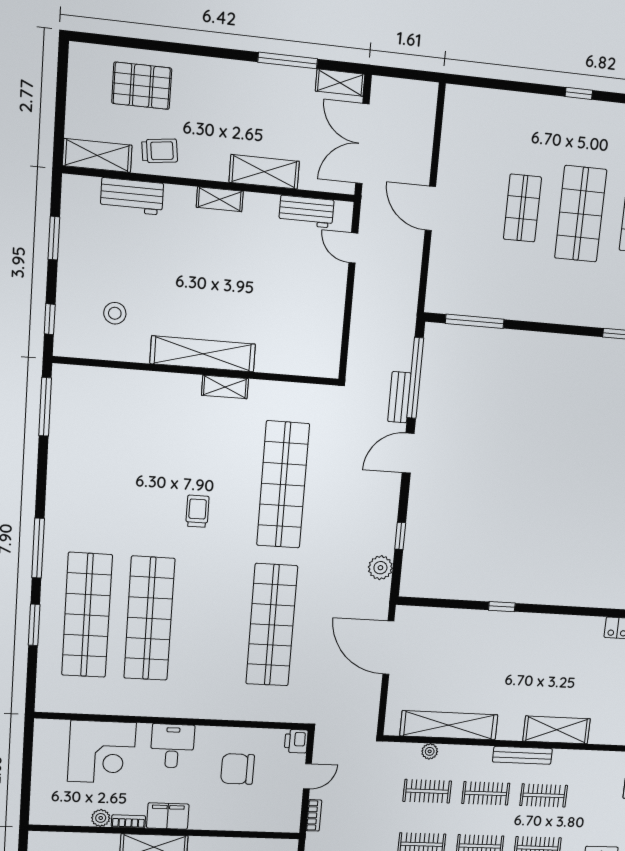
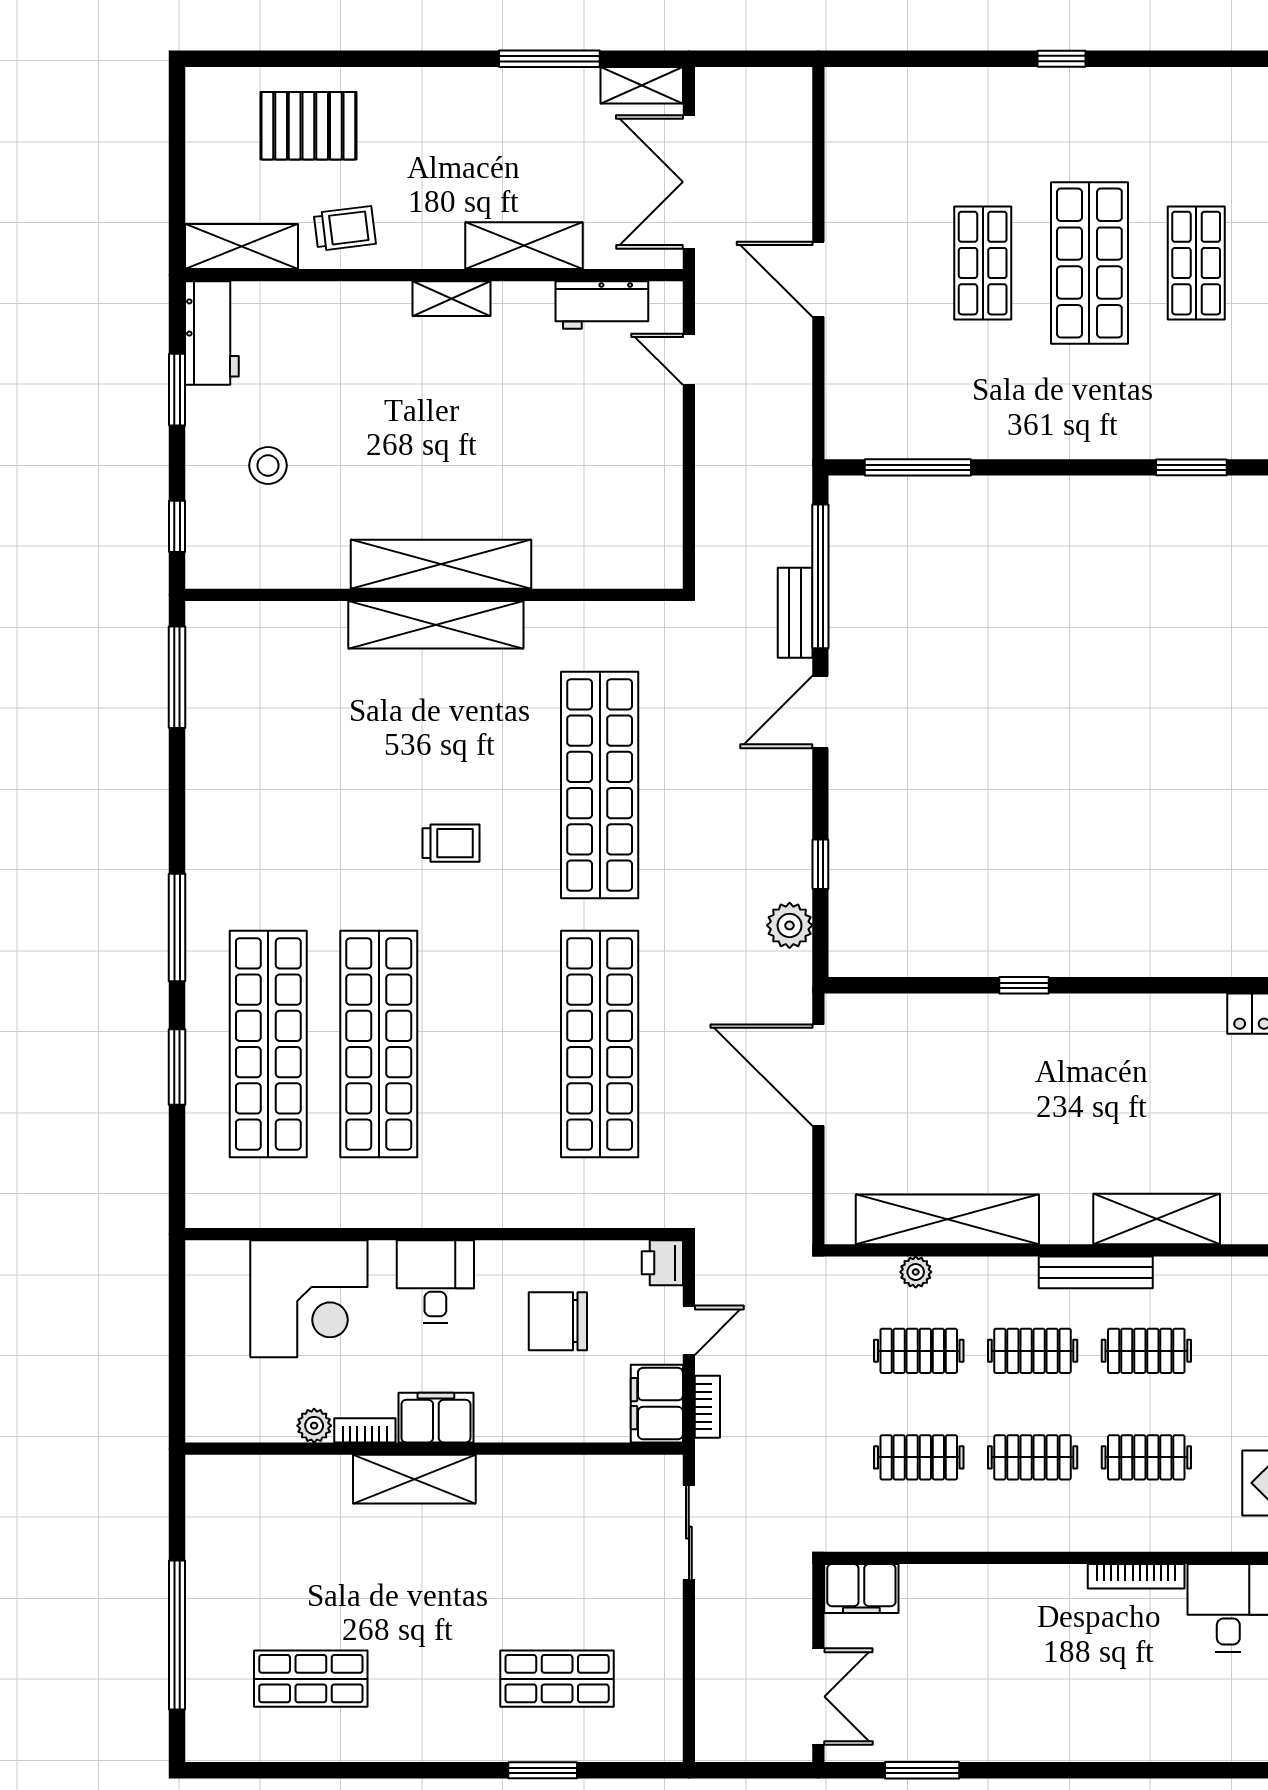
workbench: (132, 196) -> (212, 333), moved, turned -90
stool: (115, 313) -> (268, 465), moved
shelving: (225, 387) -> (436, 625), width x2.20, depth x1.33
trolley: (197, 511) -> (451, 843), turned 90
filing cabinet: (287, 813) -> (657, 1404), added

